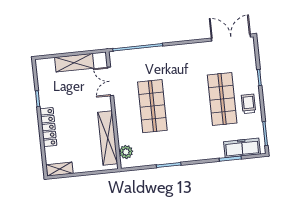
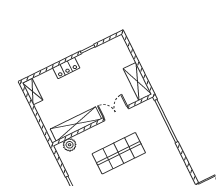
shelving: (74, 63) -> (137, 81), moved
double door: (110, 81) -> (116, 113), moved
locker: (48, 127) -> (66, 68), width x0.66

